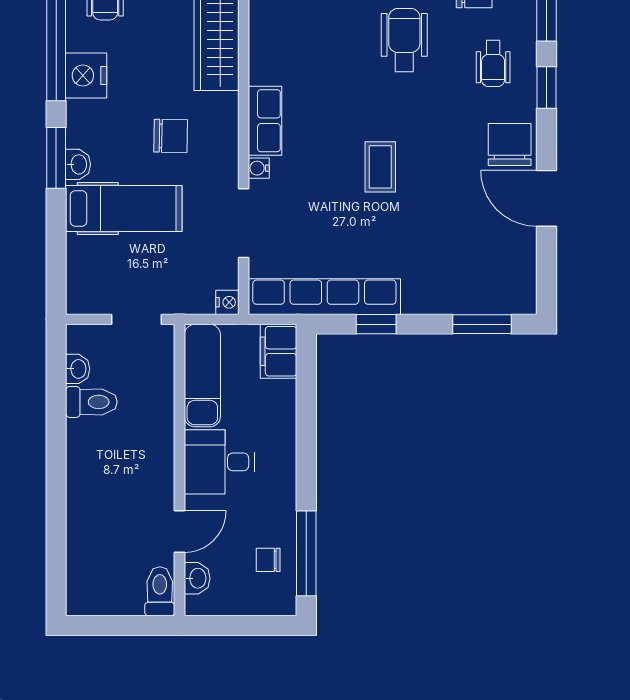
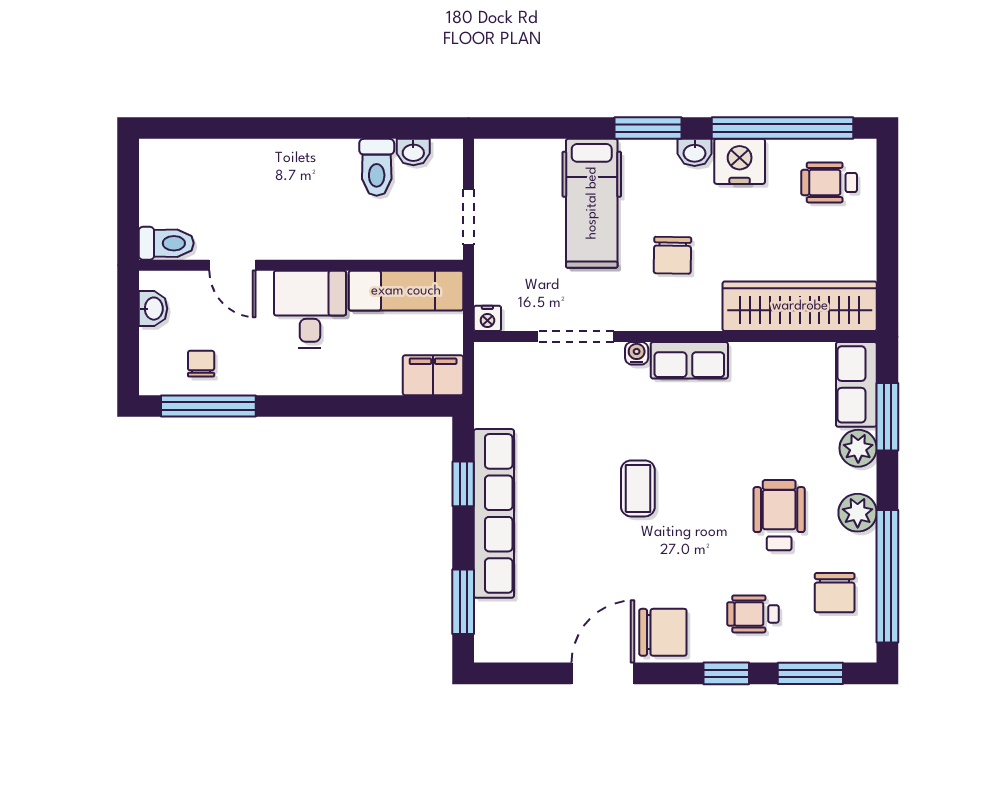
wheelchair: (404, 40) -> (779, 515), turned -90
washbasin: (78, 164) -> (695, 152), moved
coffee table: (380, 167) -> (638, 488), turned 90
row of seats: (324, 297) -> (494, 513), moved
washbasin: (197, 578) -> (153, 309), moved, turned -90

